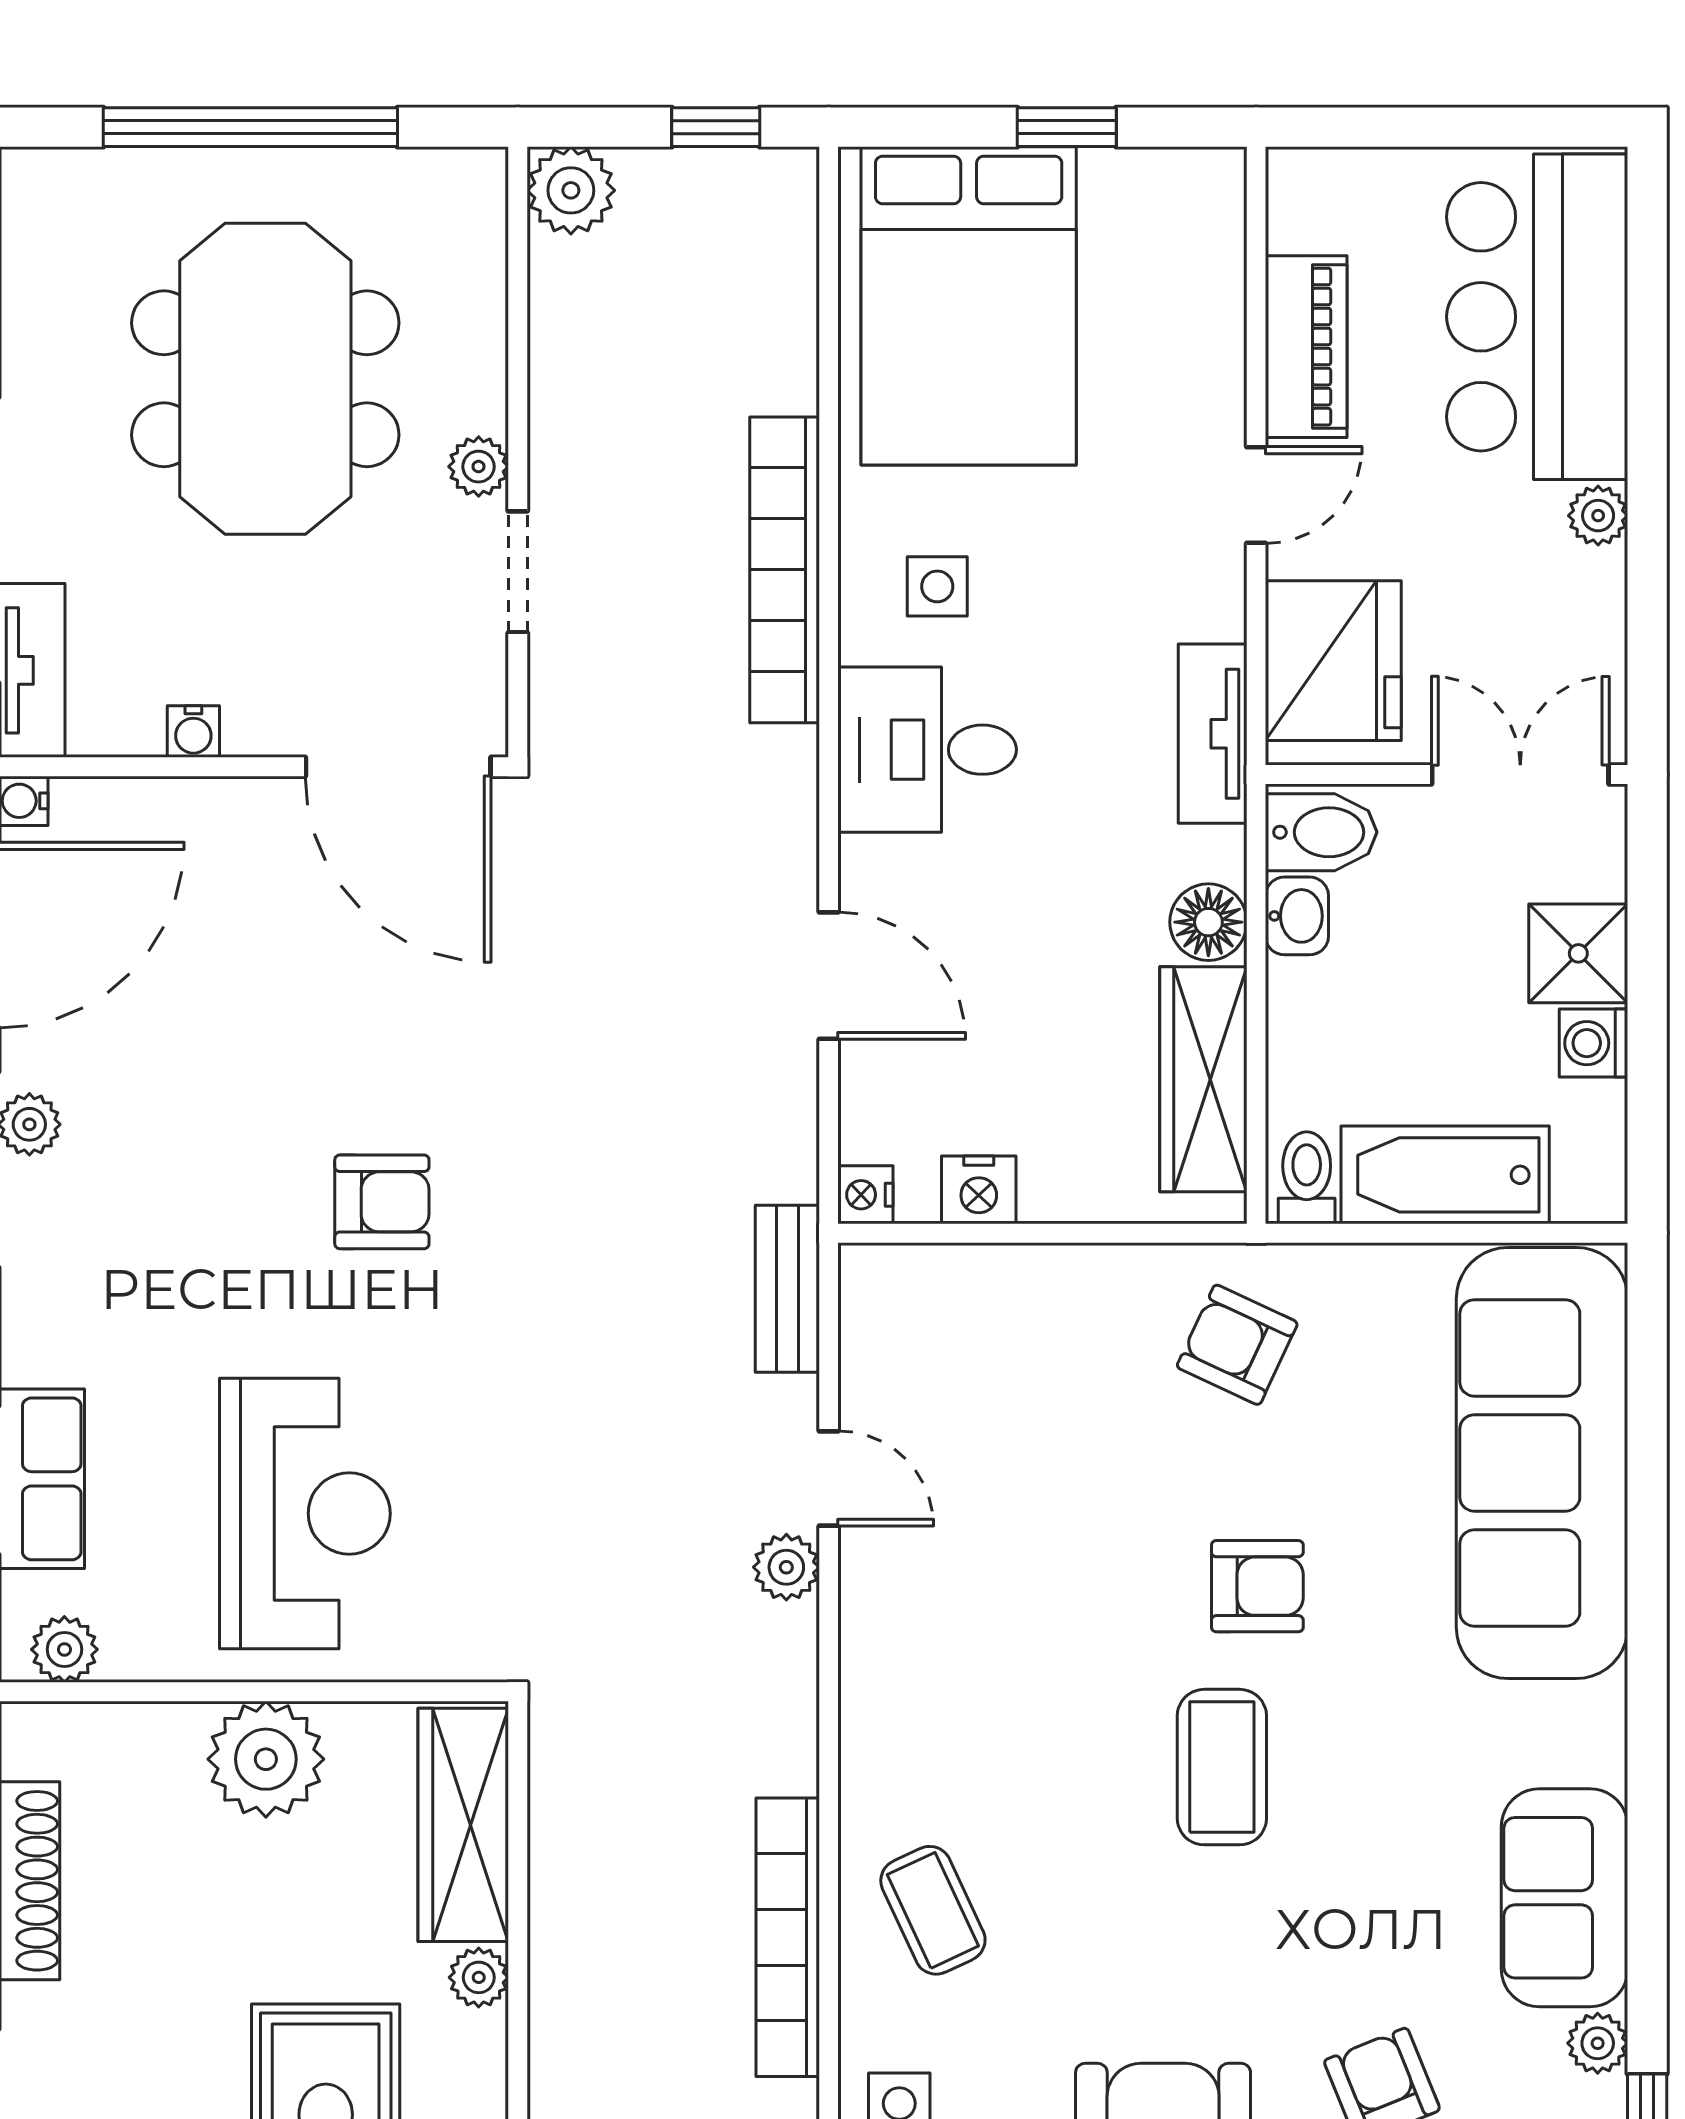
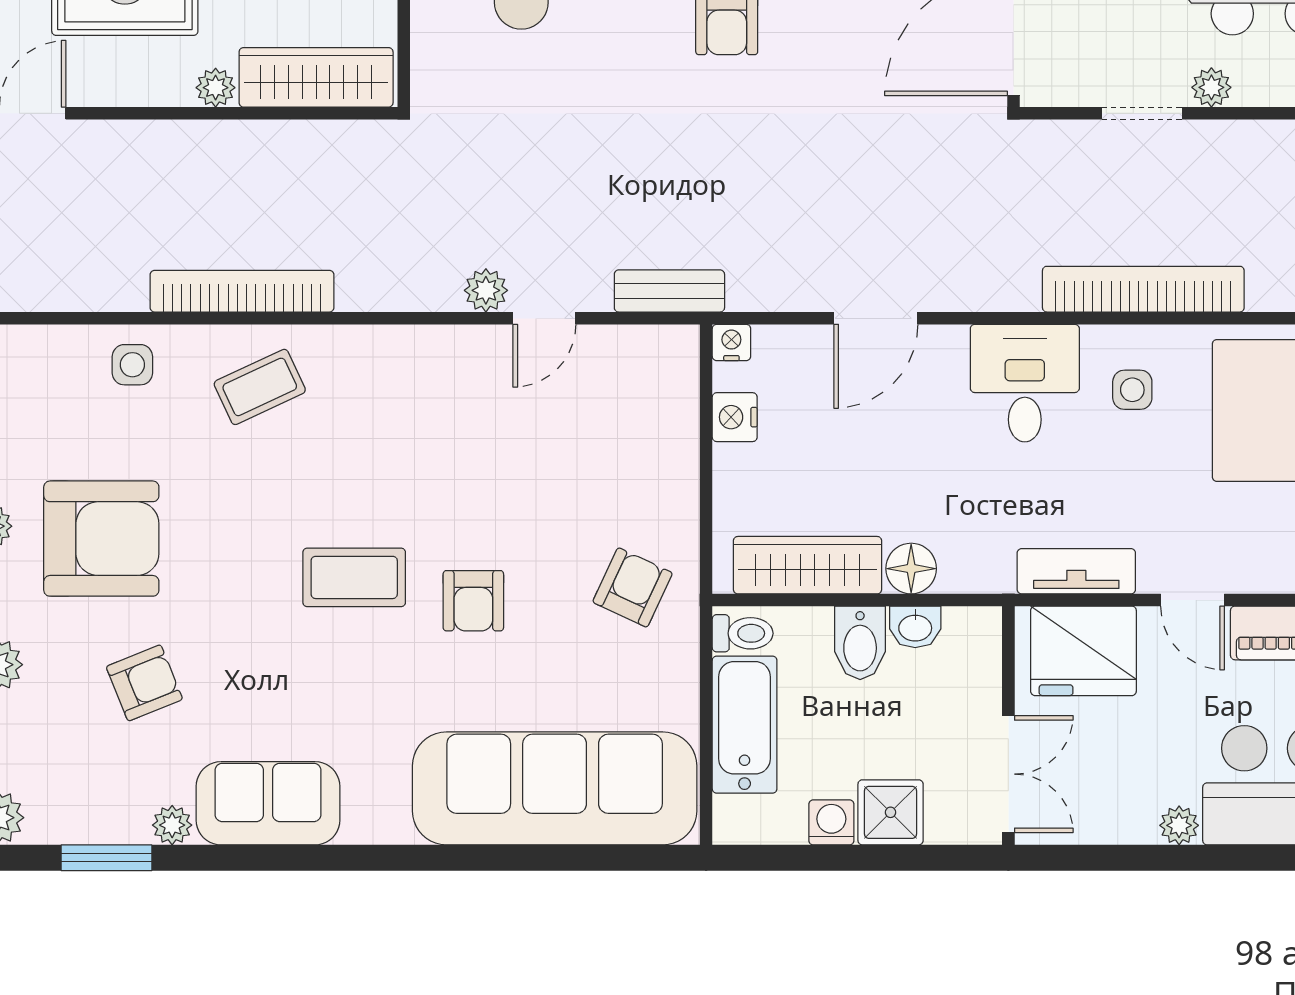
tv unit: (1213, 734) -> (1076, 571), moved
bidet: (1321, 832) -> (860, 643), moved

